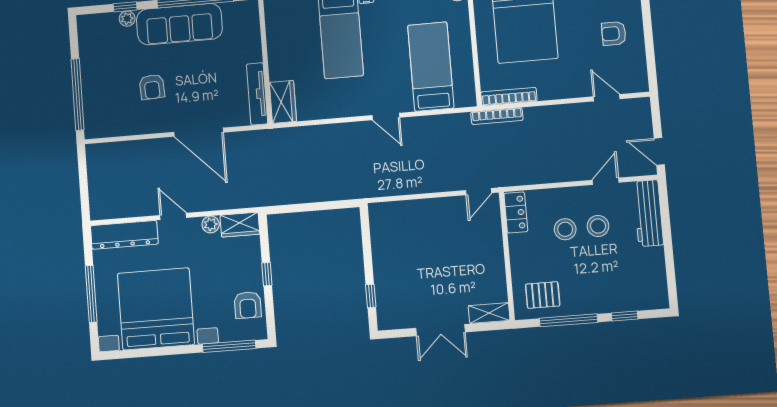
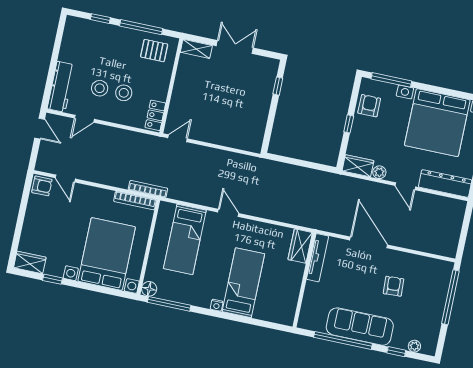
plant: (127, 19) -> (414, 346), moved
armchair: (614, 33) -> (42, 186), moved

